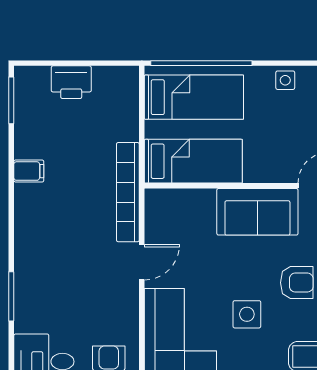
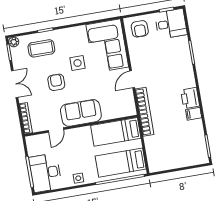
printer: (71, 82) -> (190, 98), moved, turned -90
armchair: (297, 283) -> (56, 82), turned 90

